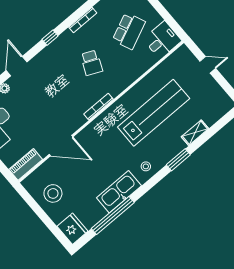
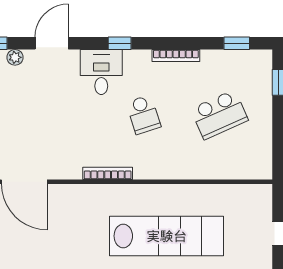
desk: (162, 40) -> (101, 72), moved, turned -90
school desk: (91, 63) -> (143, 115), turned -42

